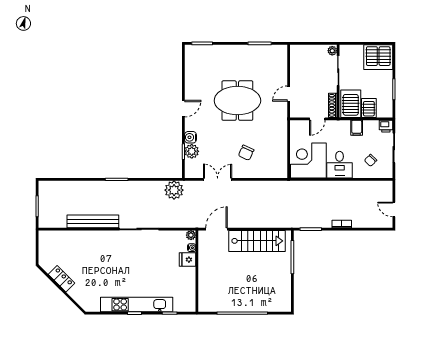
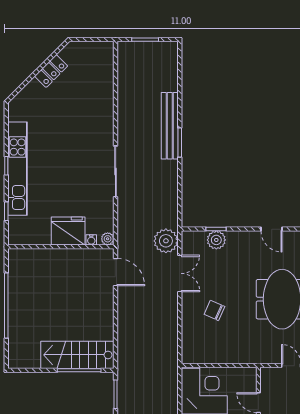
water cooler: (190, 137) -> (234, 238), removed
plant: (174, 190) -> (166, 241), moved
bench: (93, 221) -> (170, 126), moved
stairs: (257, 241) -> (77, 355), moved, turned 90
fridge: (188, 260) -> (68, 231), width x1.88, depth x1.34

